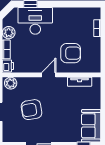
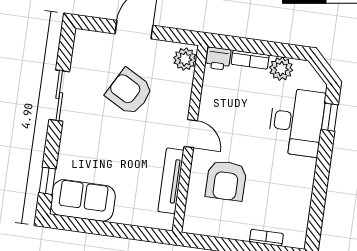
tv unit: (80, 82) -> (171, 181), width x1.41
armchair: (32, 110) -> (129, 92), turned -52

